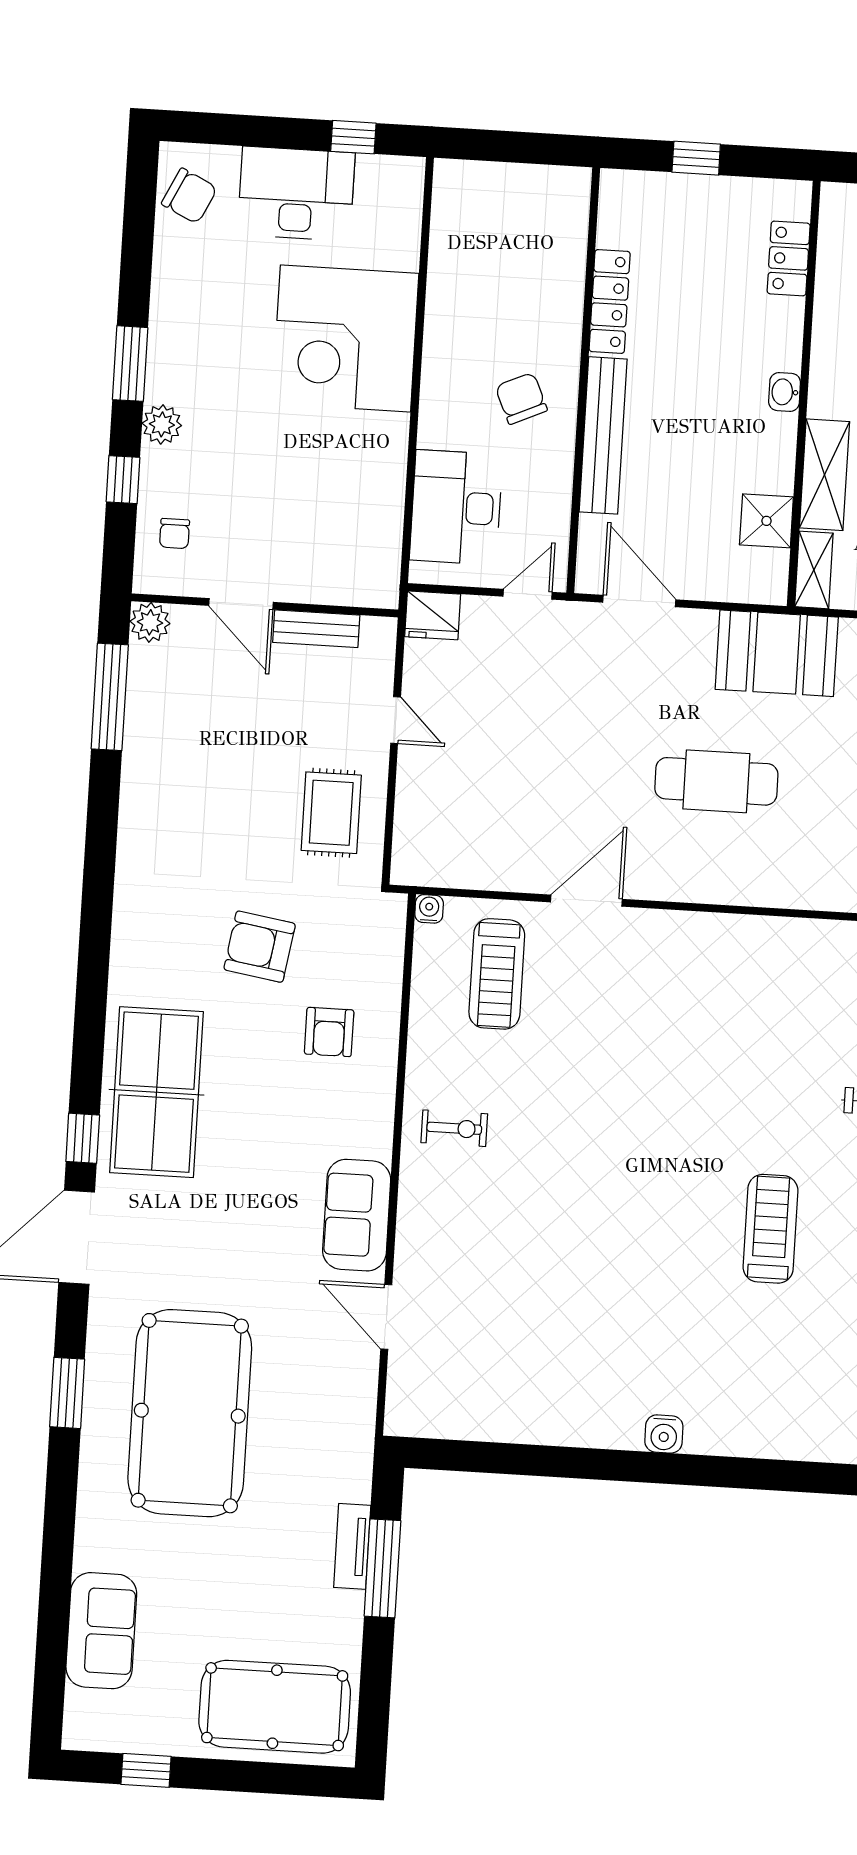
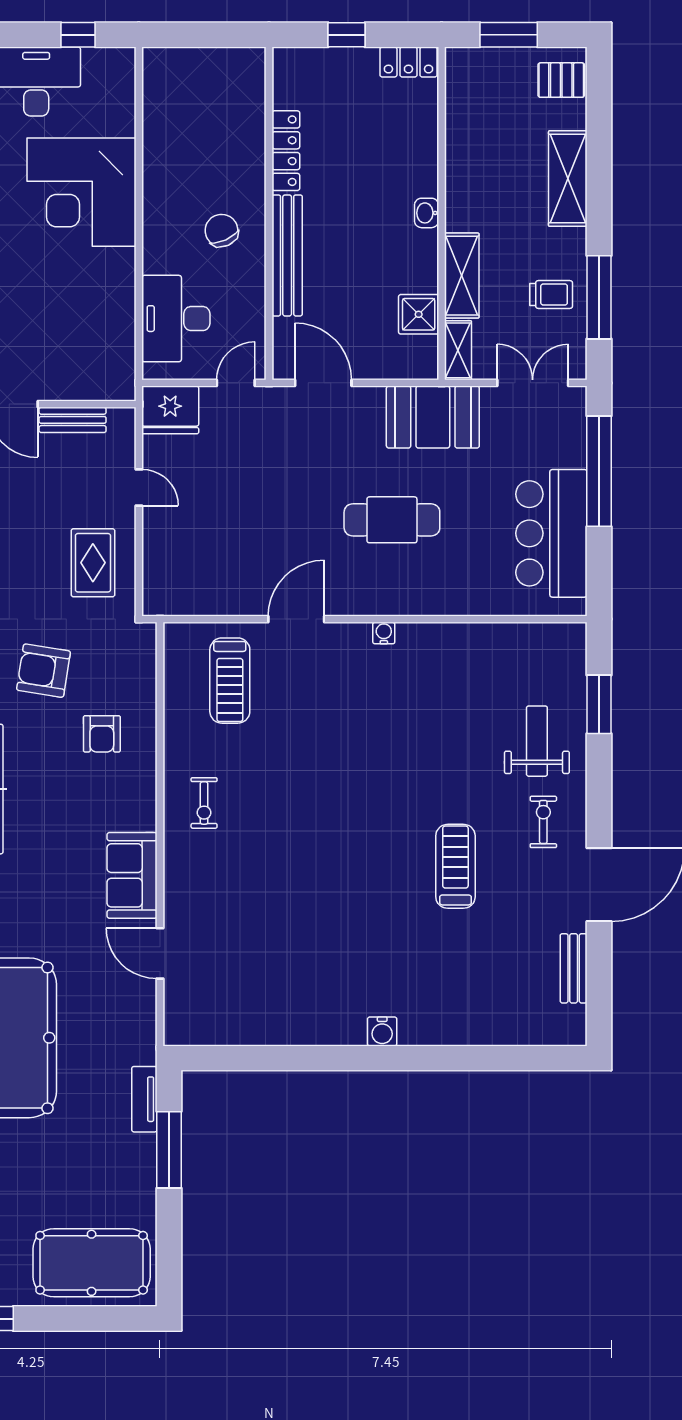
locker: (789, 258) -> (408, 62), moved, turned -90
fridge: (433, 615) -> (170, 410), width x1.36, depth x1.34
water cooler: (429, 909) -> (384, 633), moved
exercise bike: (454, 1128) -> (204, 803), turned 90
tv unit: (352, 1546) -> (144, 1099), moved

